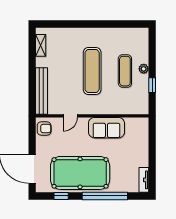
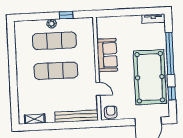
exercise mat: (125, 71) -> (54, 41), width x1.36, depth x1.45

